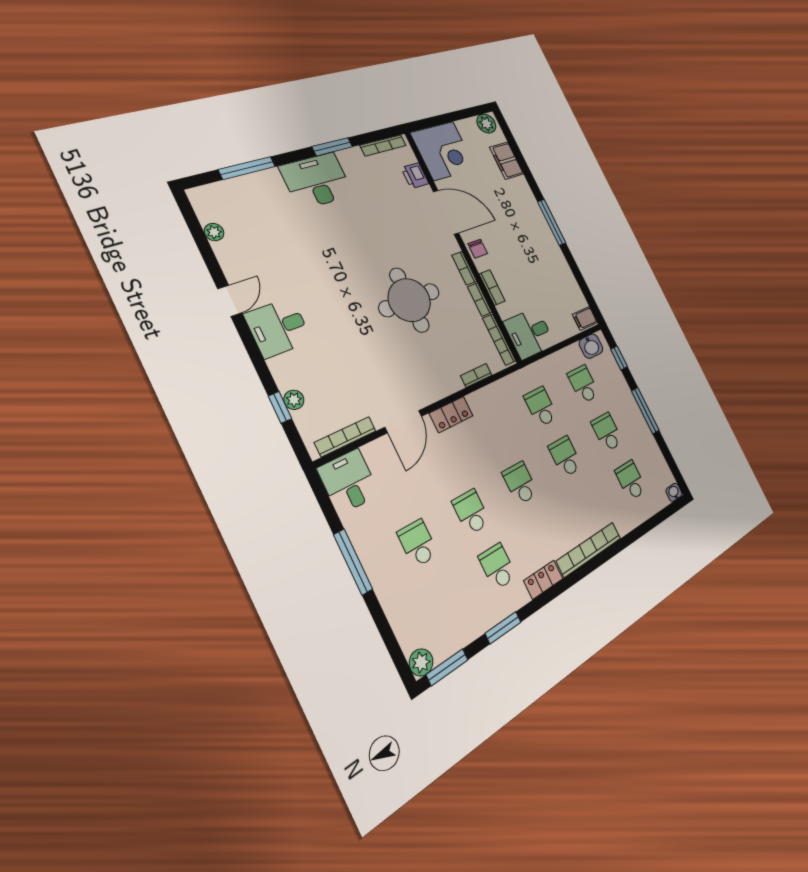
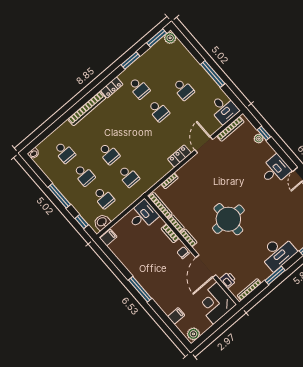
filing cabinet: (507, 161) -> (176, 316), width x0.50
door: (446, 212) -> (206, 266), hinge flipped
round table: (409, 300) -> (228, 219), moved
school desk: (520, 483) -> (134, 132), removed

